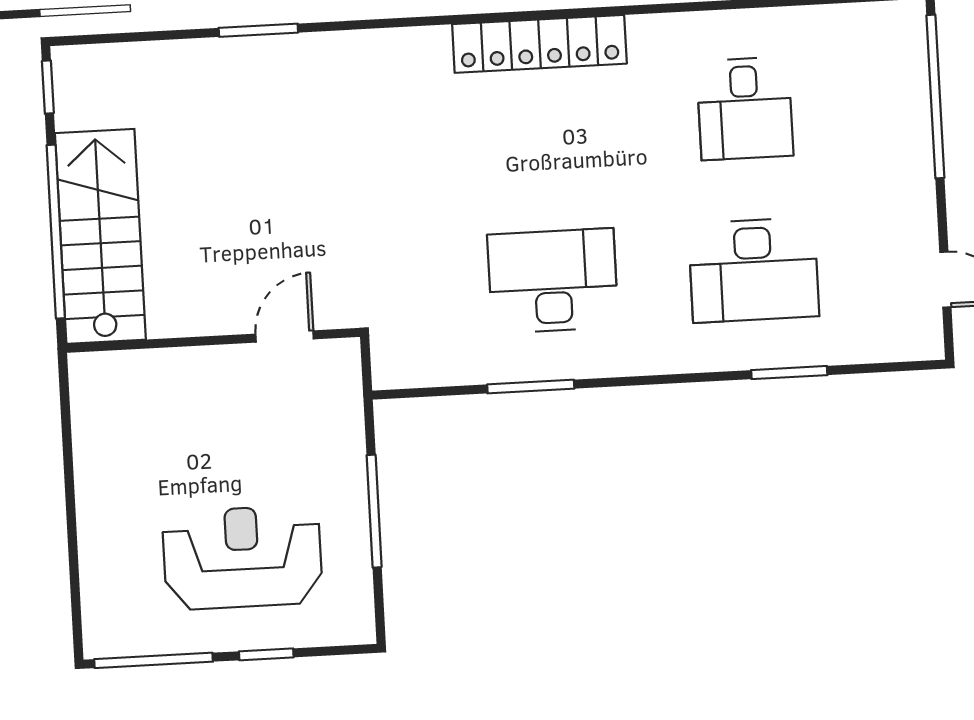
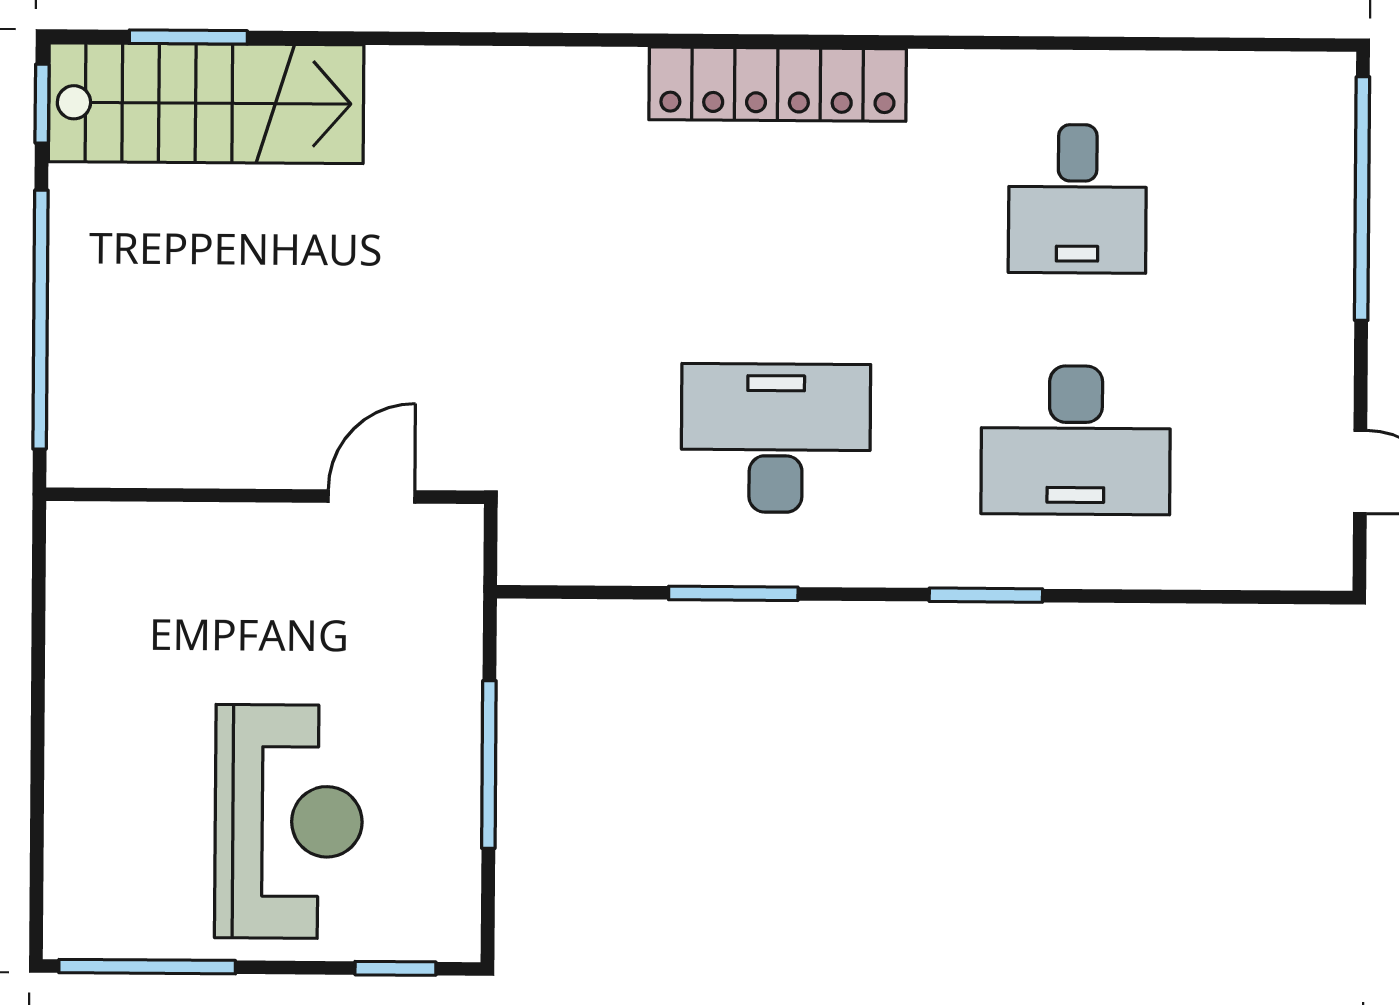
window: (258, 30) -> (188, 37), moved
stairs: (100, 236) -> (206, 103), moved, turned 90
window: (789, 373) -> (986, 595), moved
reception desk: (242, 557) -> (289, 822), turned 90
window: (266, 654) -> (395, 968), moved

